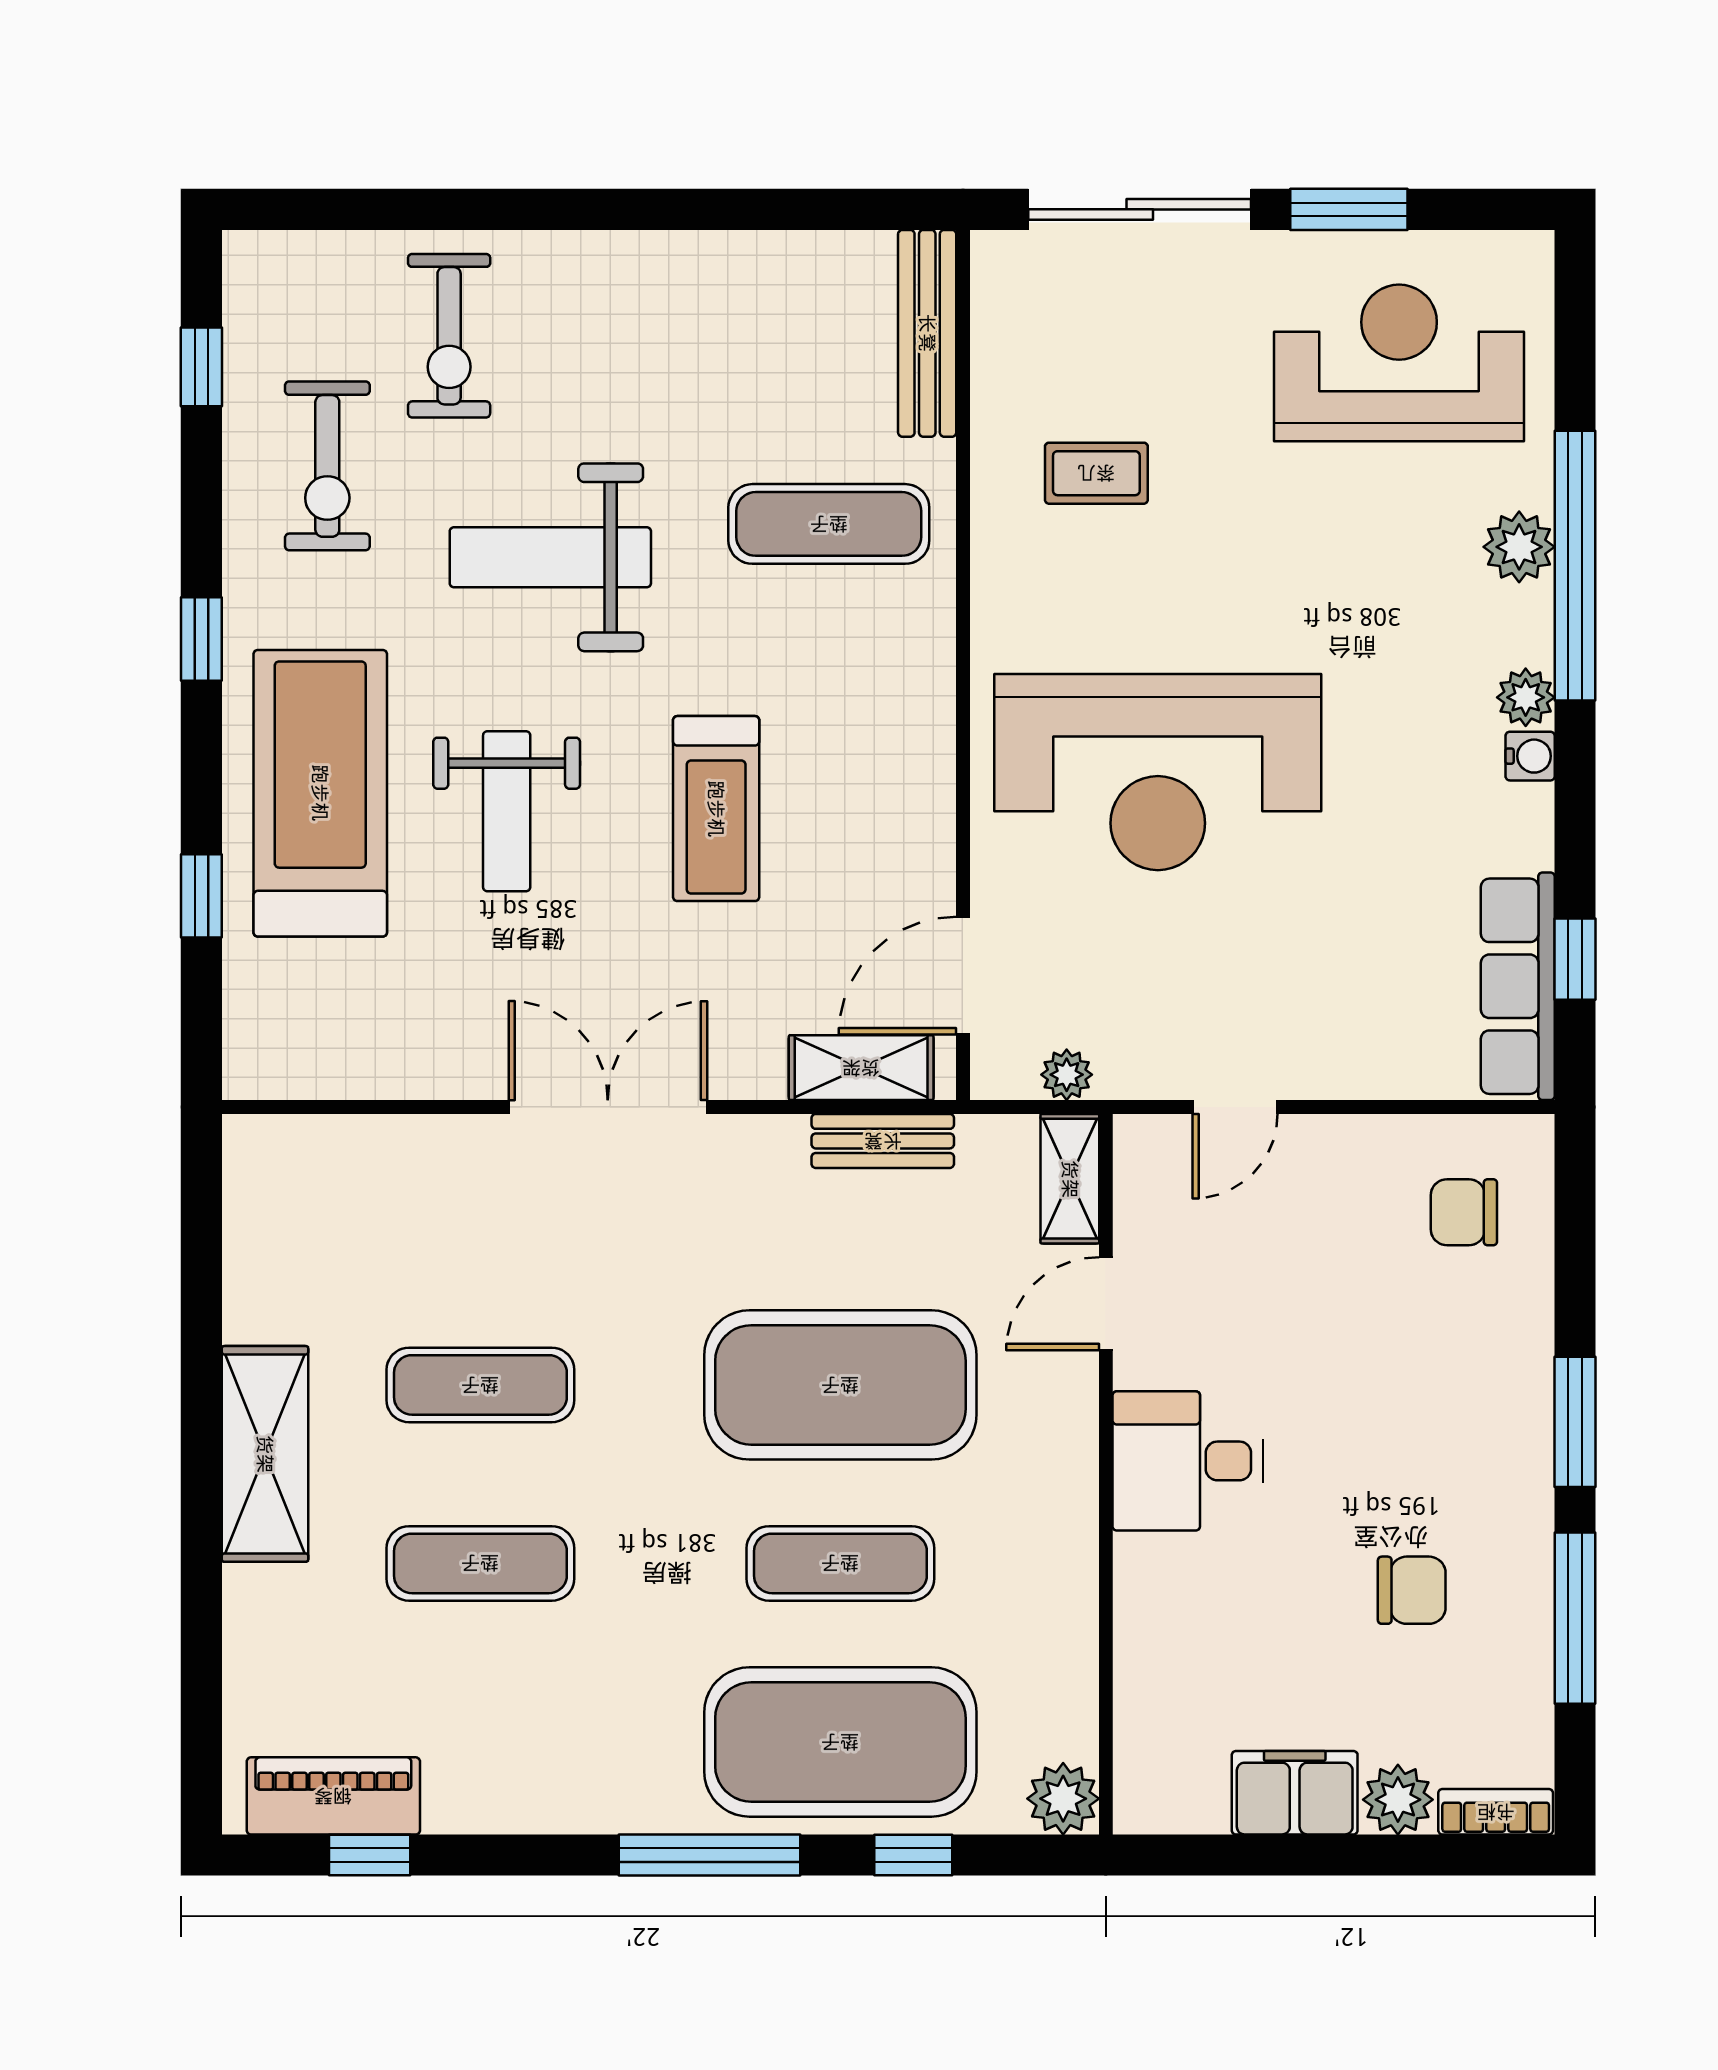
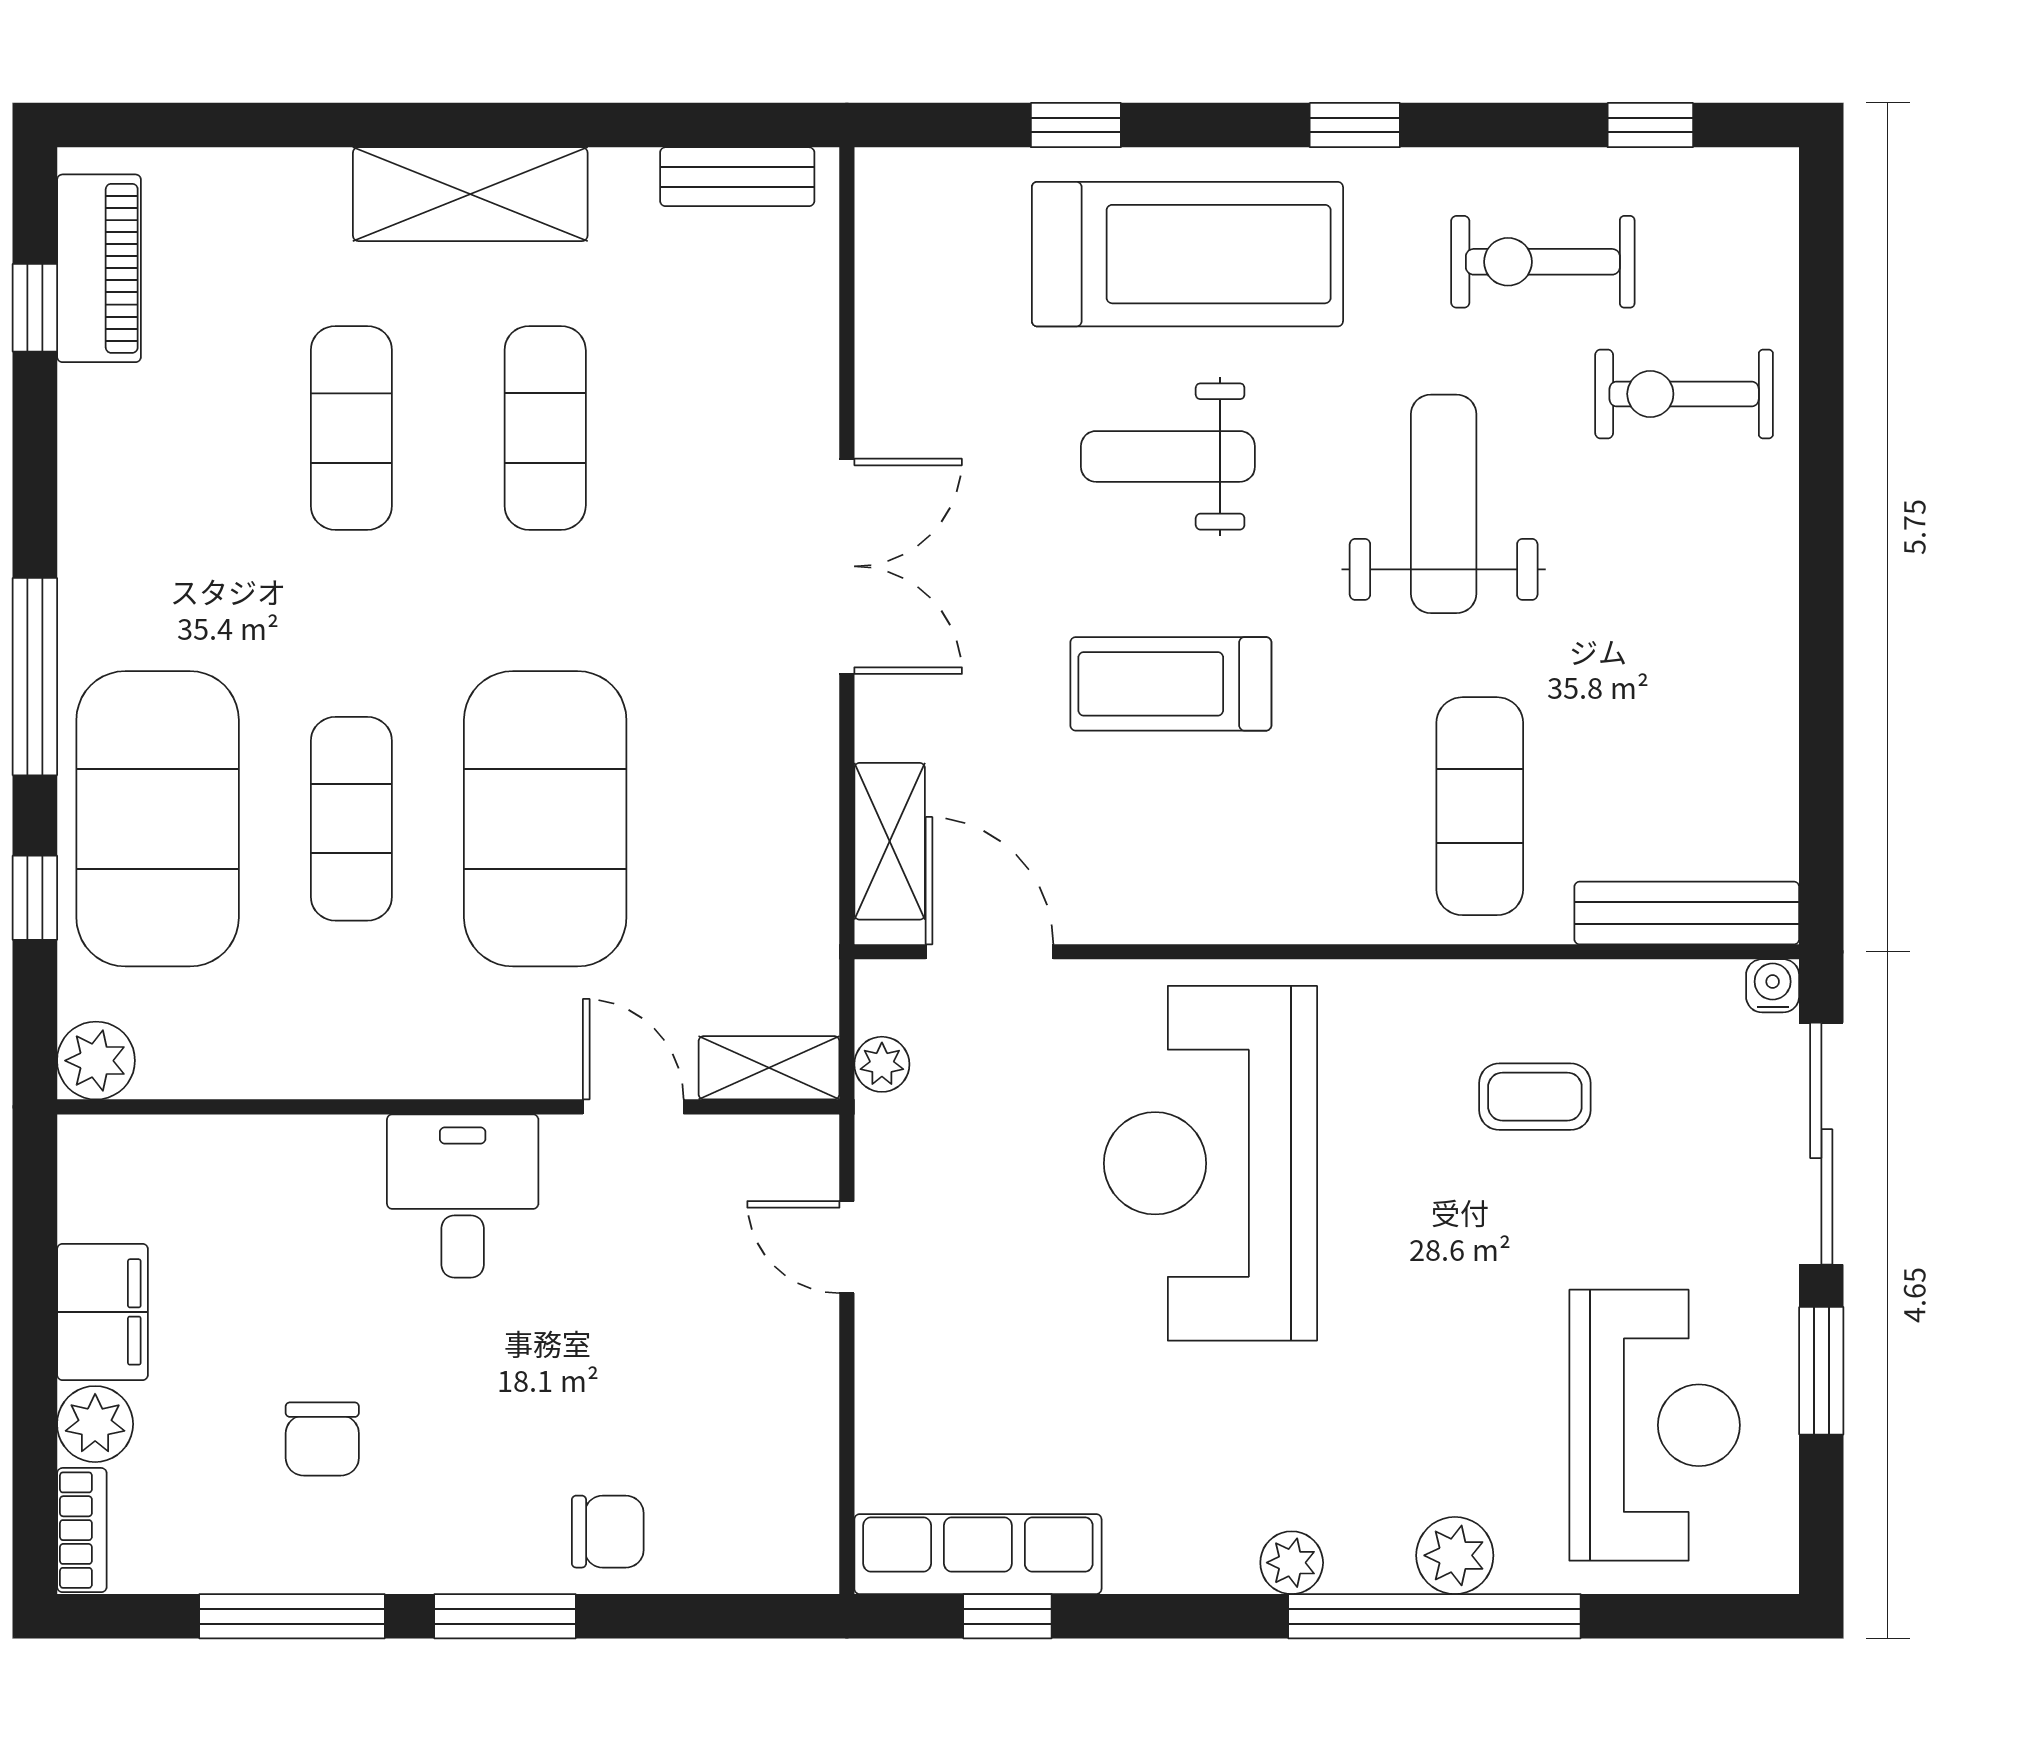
coffee table: (1096, 473) -> (1535, 1097), turned 90
water cooler: (1530, 756) -> (1773, 986), moved, turned 180
bench: (883, 1141) -> (737, 177), moved, turned 90
chair: (1464, 1212) -> (608, 1532), moved, turned 90

